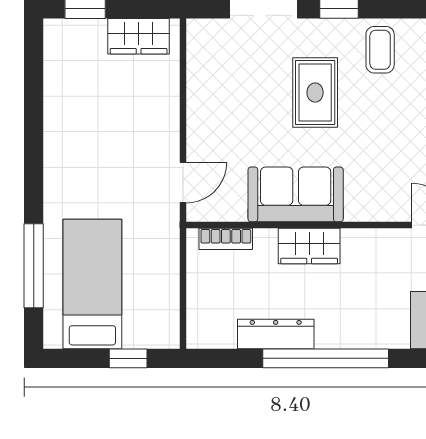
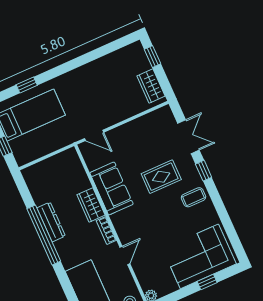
bookcase: (226, 239) -> (106, 230), moved
window: (34, 266) -> (27, 85), width x0.46
dresser: (276, 334) -> (51, 222), moved

